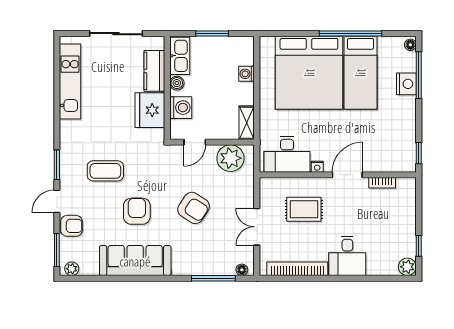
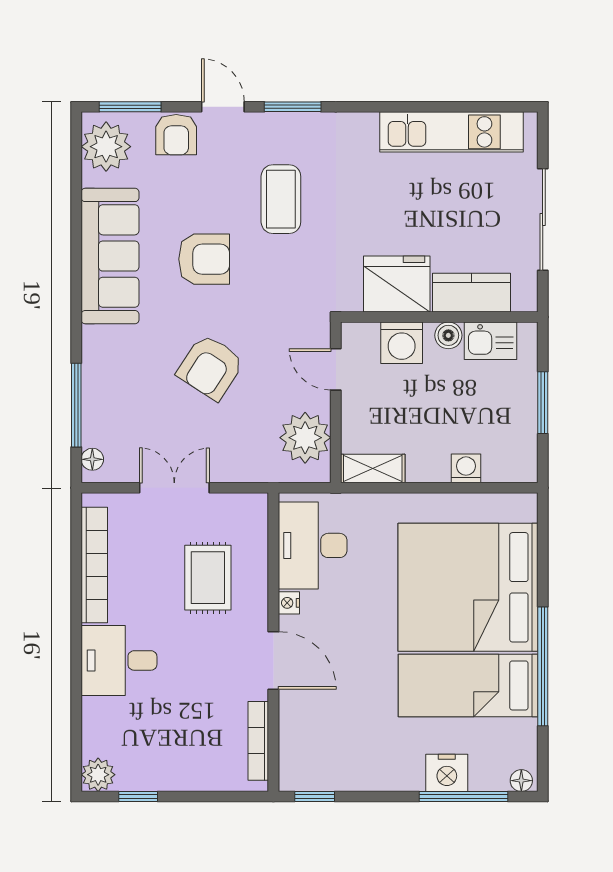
kitchen sink: (180, 56) -> (490, 341), width x0.73
bookcase: (382, 183) -> (258, 741), width x1.56
plant: (72, 269) -> (106, 147), width x1.87, depth x1.87

